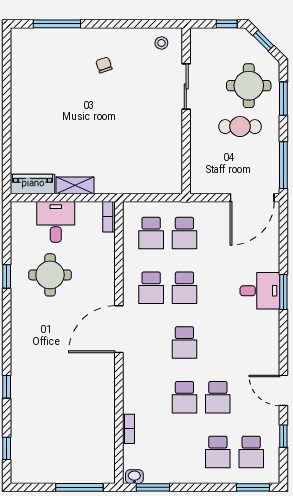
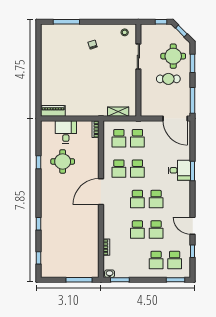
shelving: (75, 185) -> (118, 112), moved
door: (252, 198) -> (175, 118), hinge flipped
school desk: (218, 343) -> (156, 199), added

